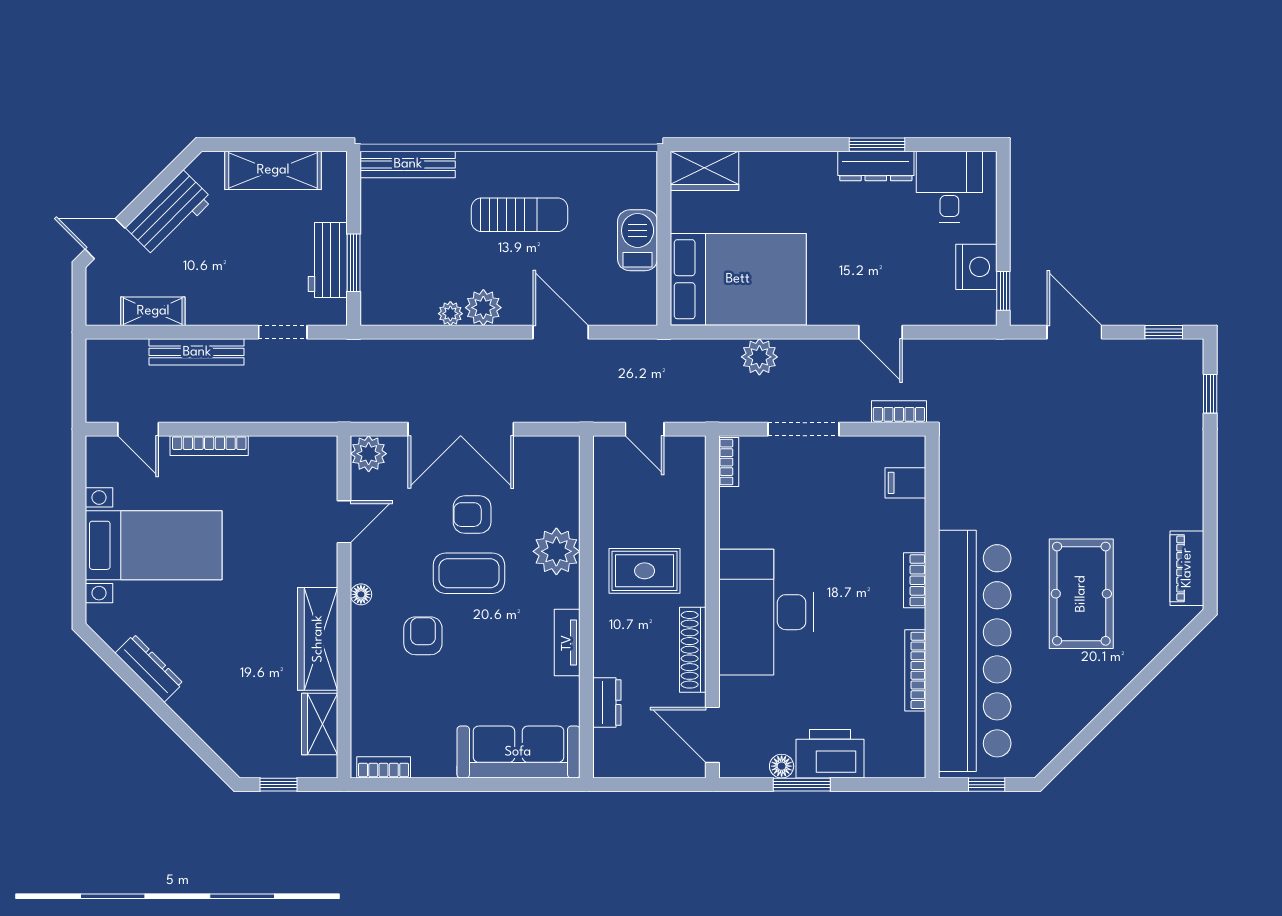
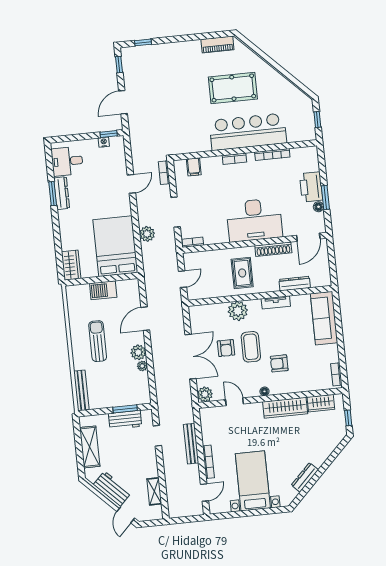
nightstand: (976, 267) -> (104, 142), width x0.53, depth x0.56
bench: (197, 352) -> (191, 444), moved
bar counter: (975, 651) -> (248, 132), width x0.73
dresser: (607, 702) -> (295, 284), width x1.44

